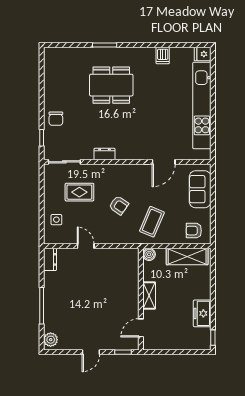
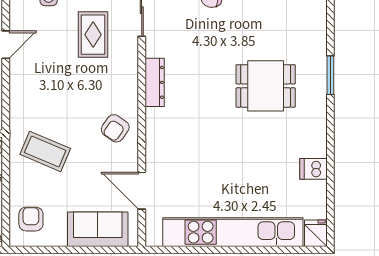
dining table: (111, 85) -> (266, 86), width x0.73
dresser: (104, 154) -> (155, 82), width x1.44
door: (164, 162) -> (142, 191), moved
armchair: (119, 205) -> (115, 128), moved

